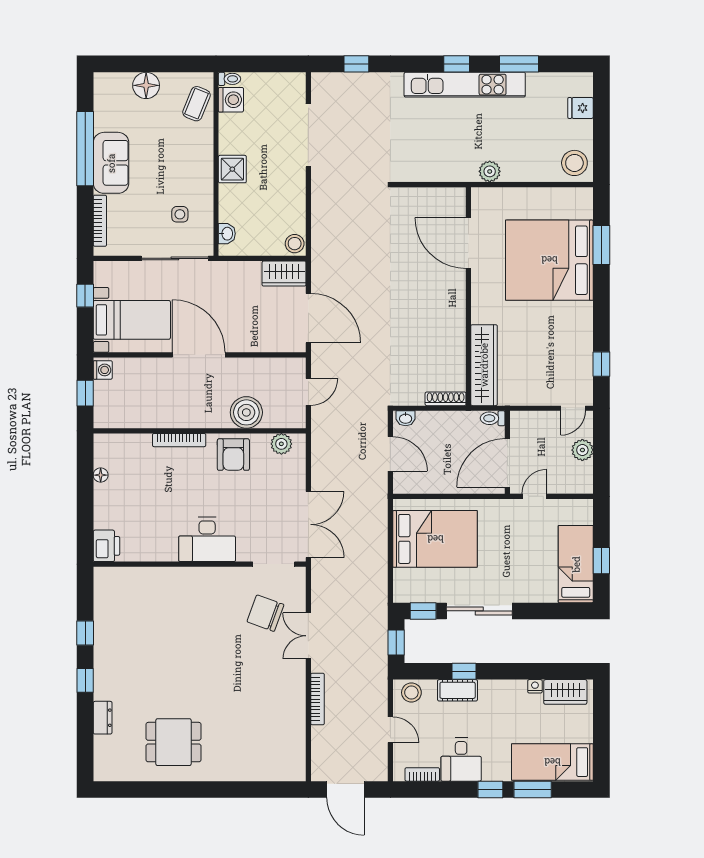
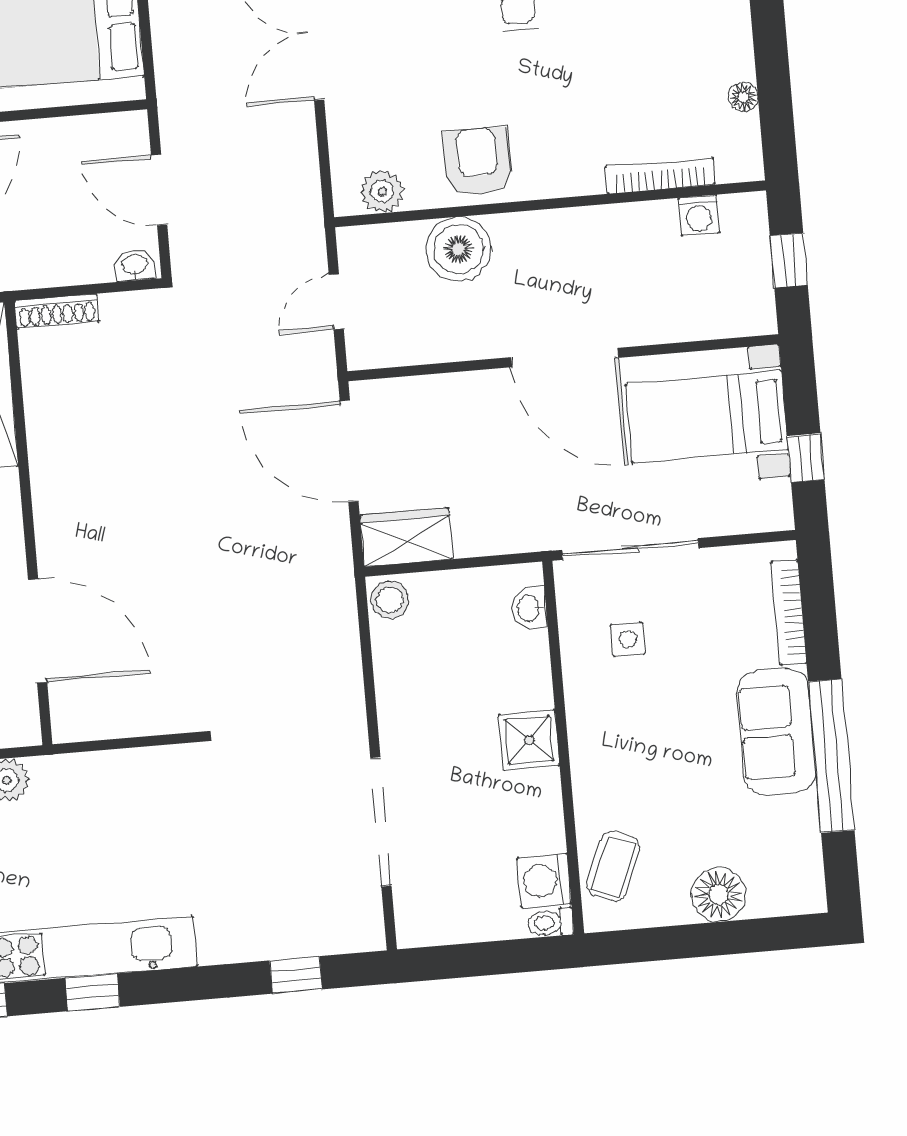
washing machine: (103, 370) -> (699, 215), moved, turned -90
bookcase: (179, 440) -> (660, 175), moved

